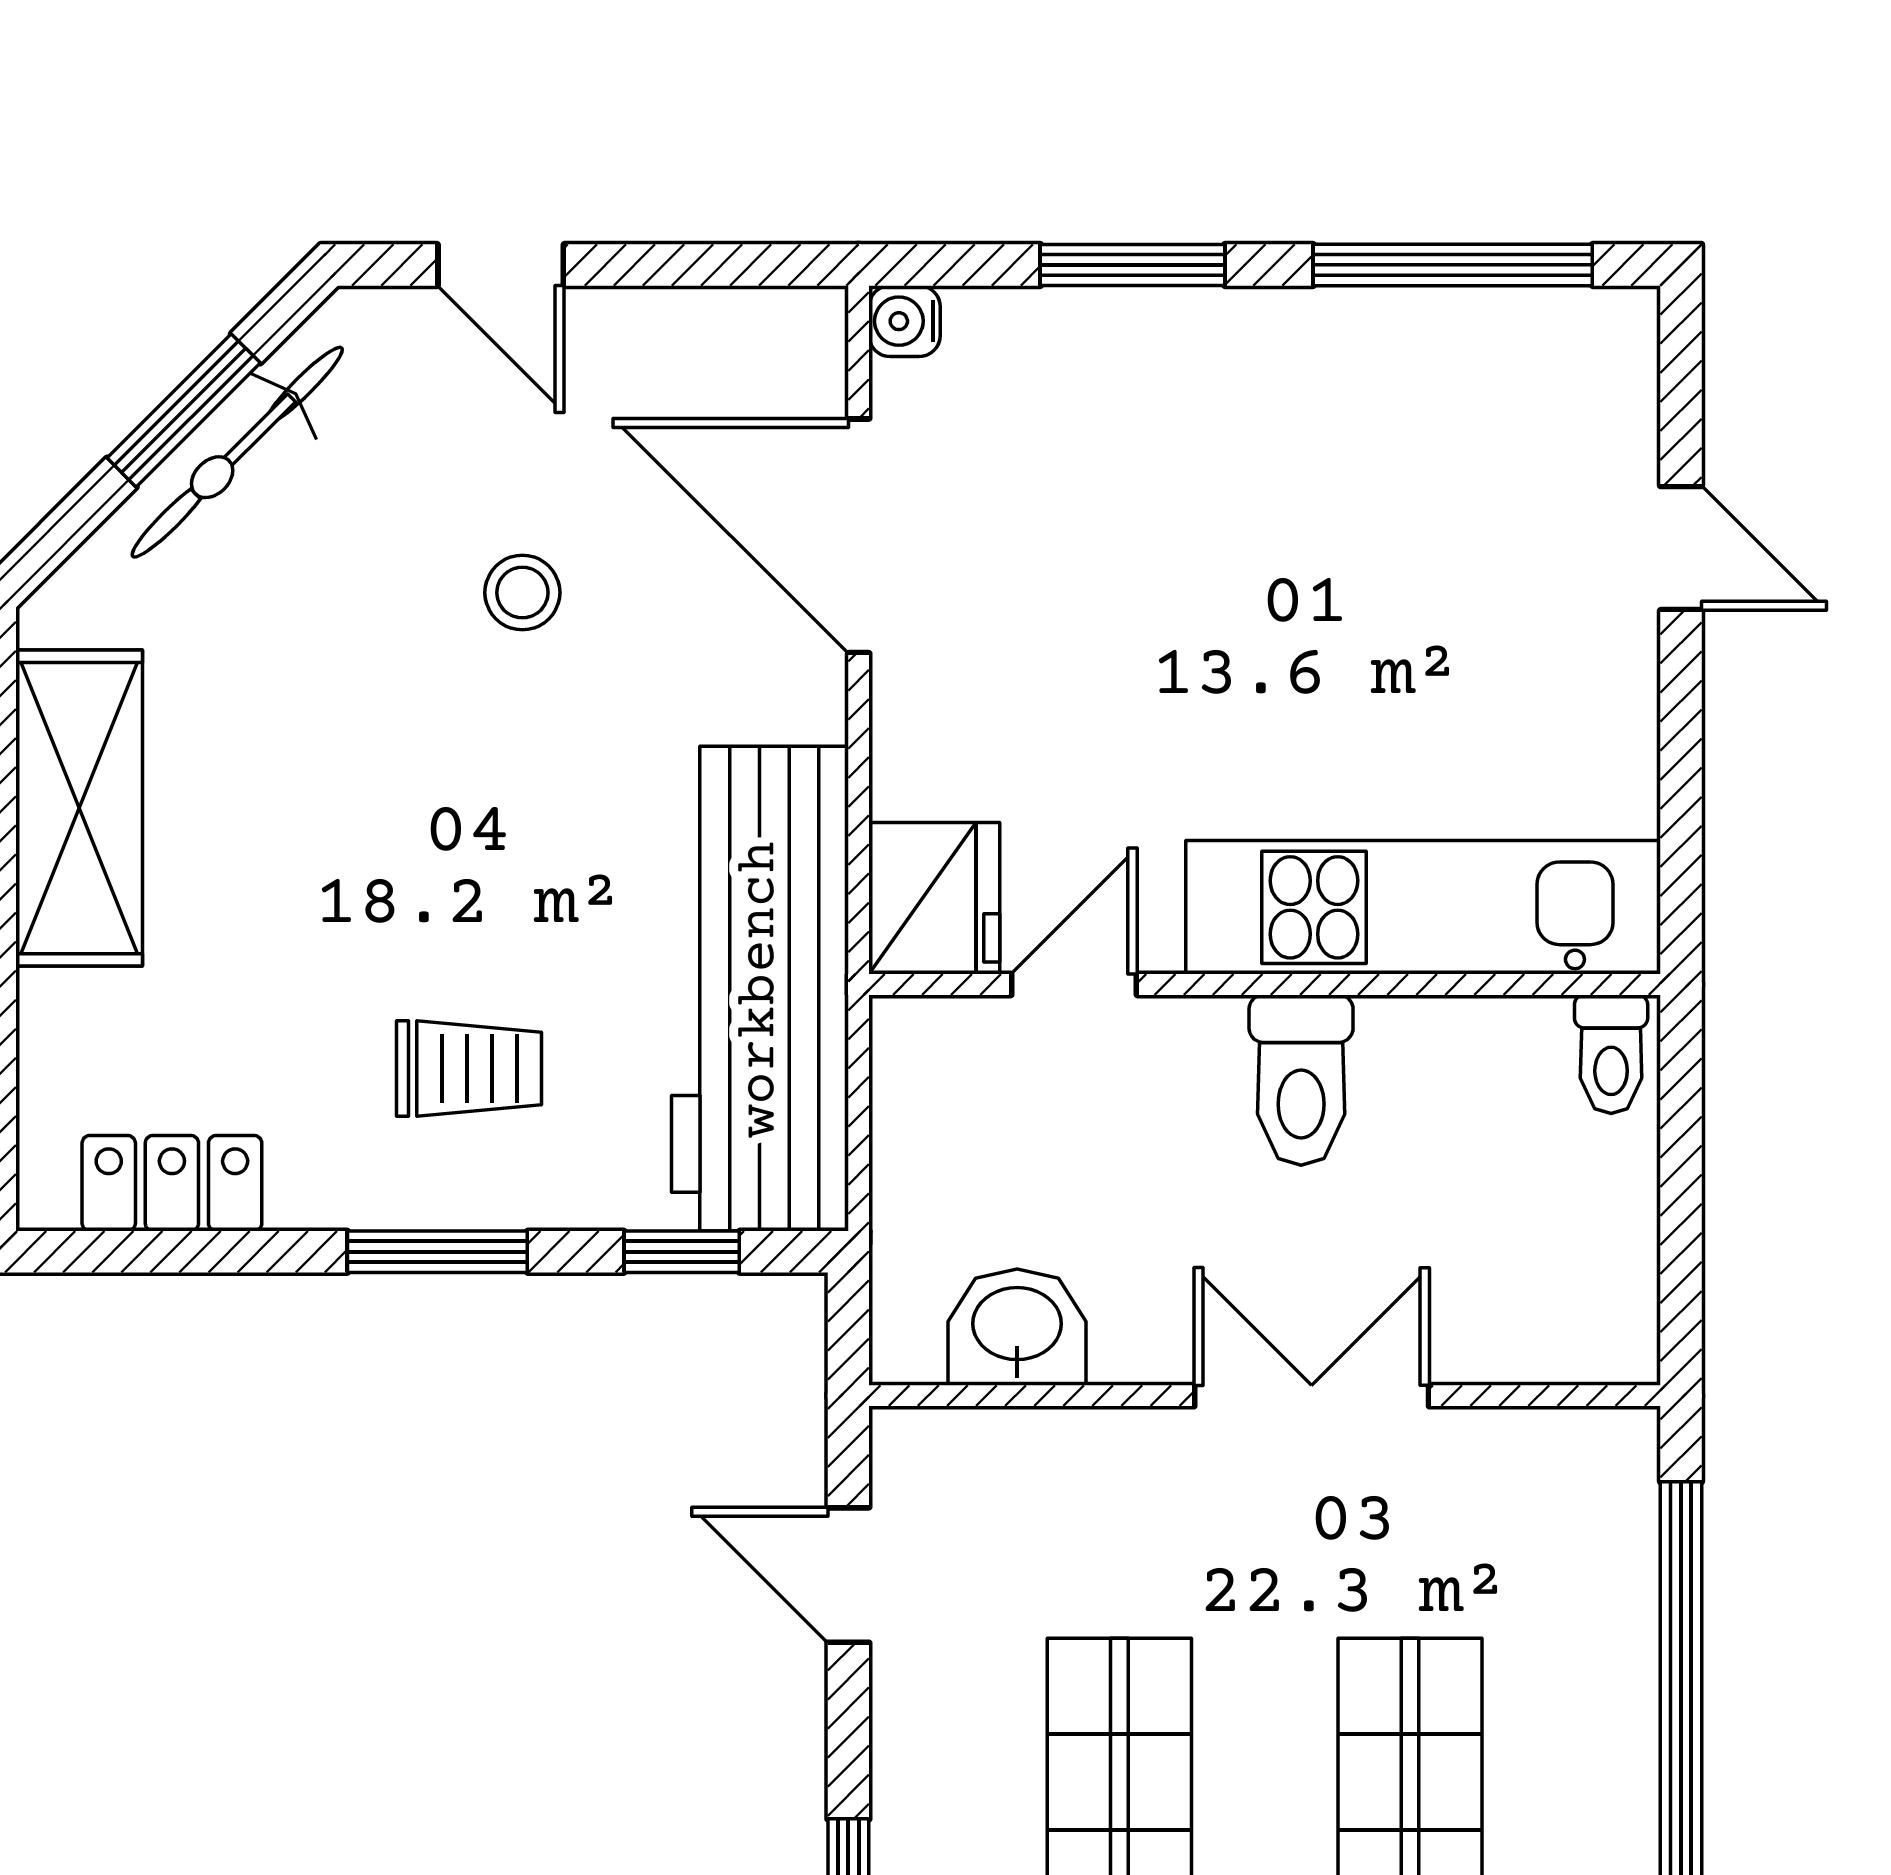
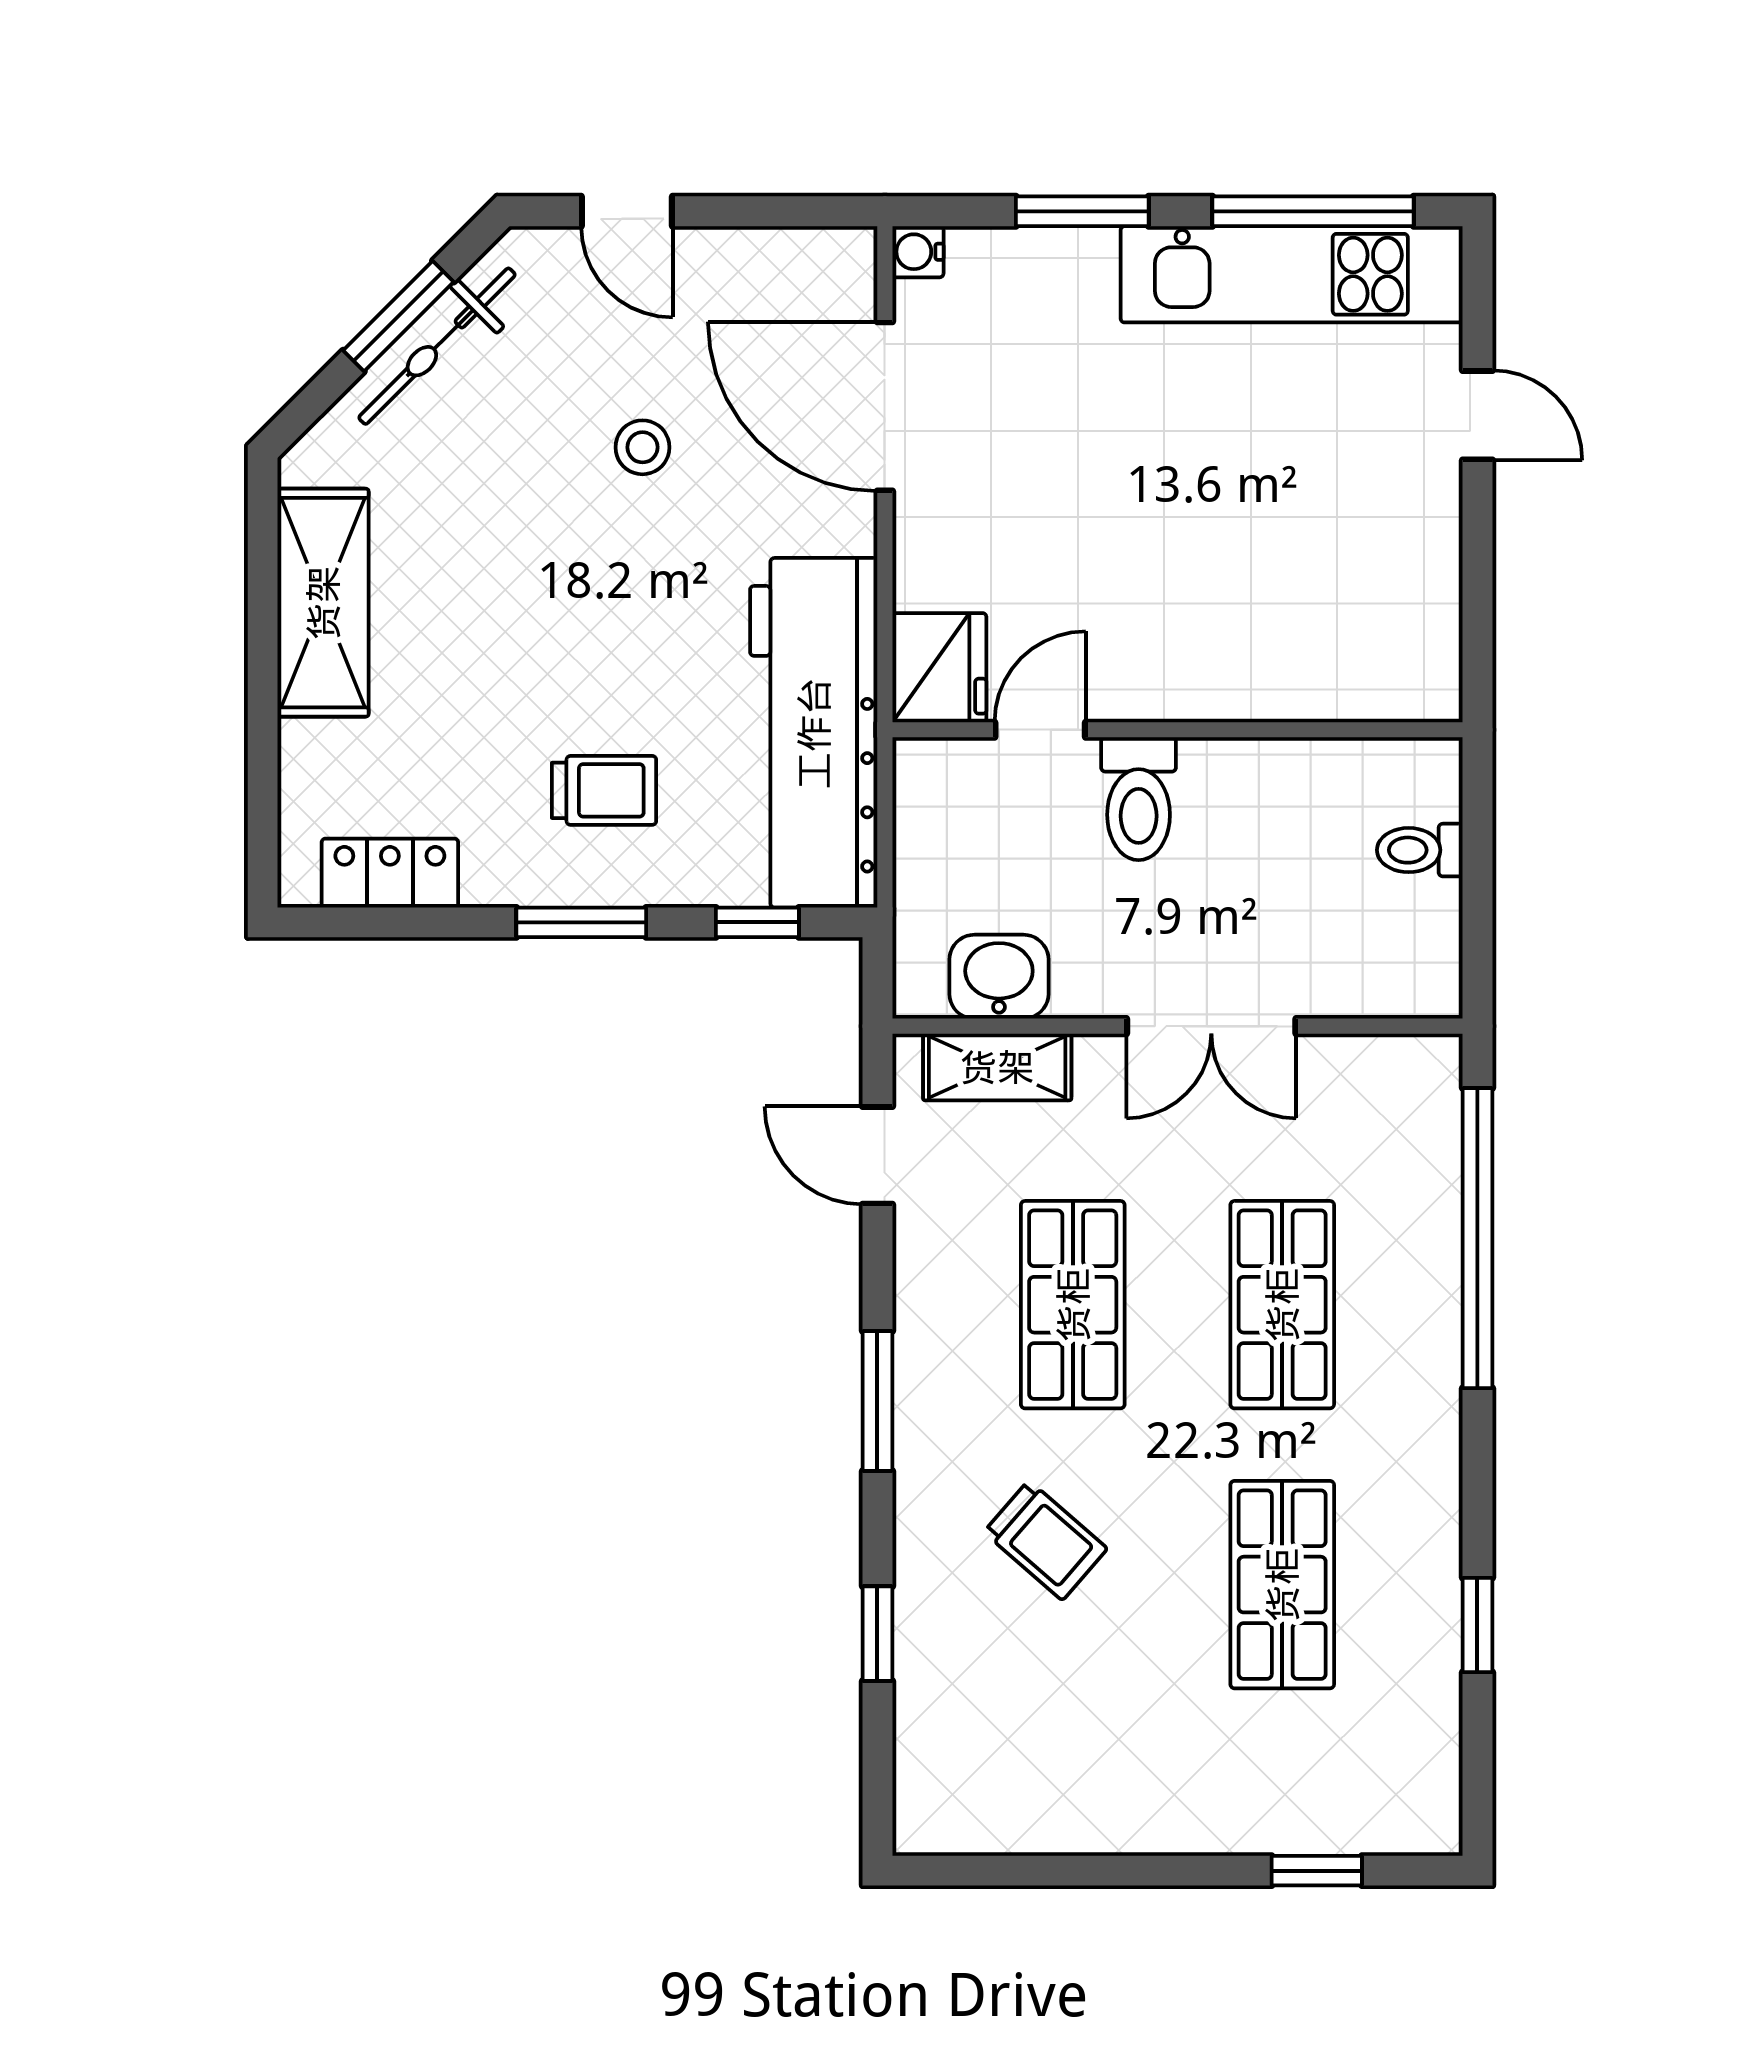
kitchen unit: (1423, 907) -> (1292, 274), moved, turned 180
toilet: (1611, 1054) -> (1420, 850), moved, turned 90
toilet: (1301, 1080) -> (1139, 799), moved
double door: (1312, 1396) -> (1211, 1026), swing flipped
shelving: (1015, 1452) -> (997, 1067), added

